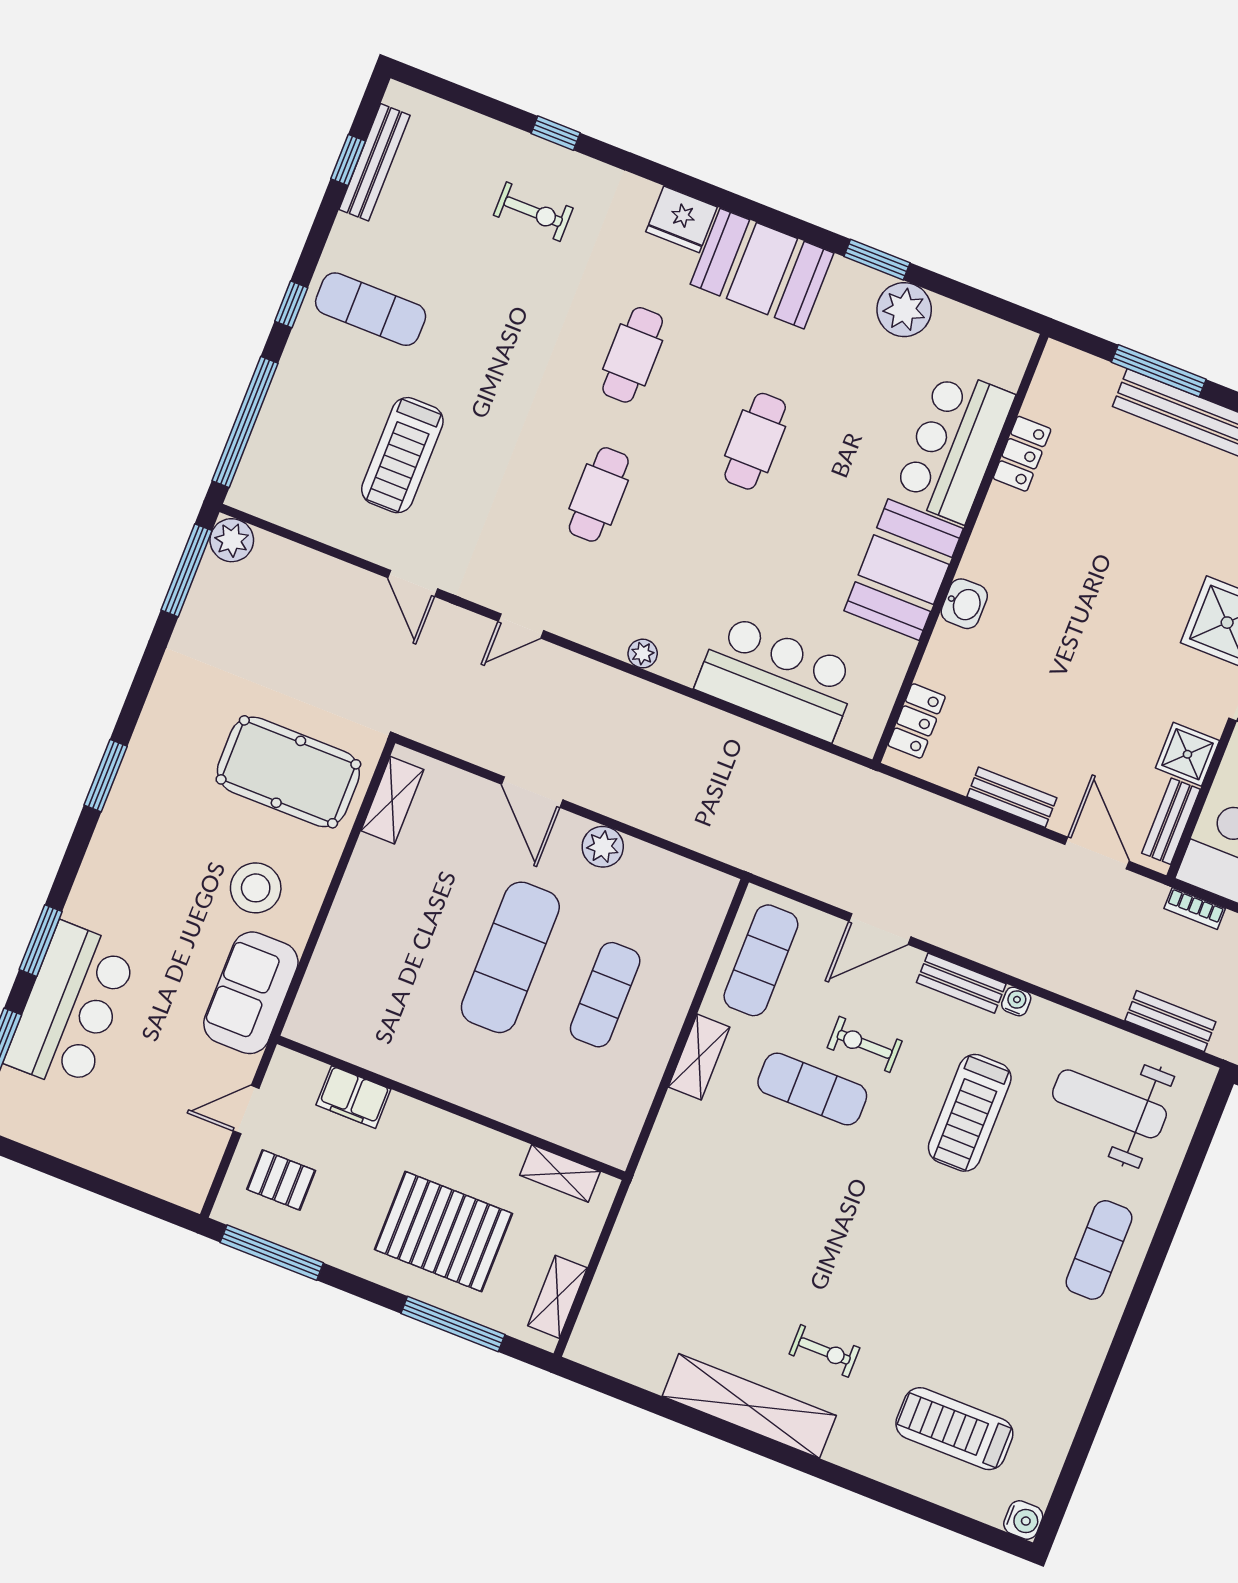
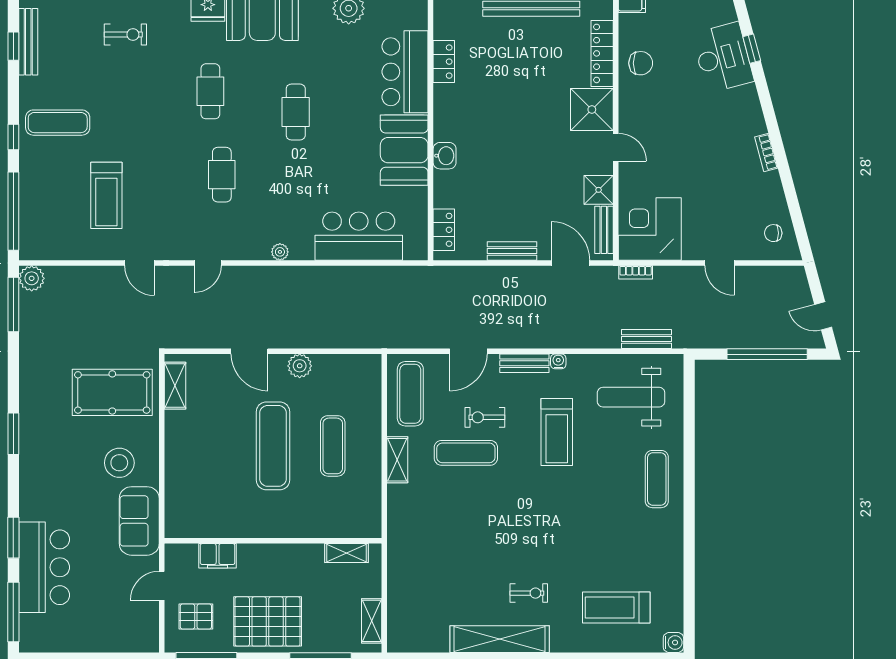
pallet: (443, 1232) -> (268, 621), moved

